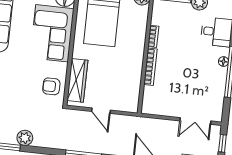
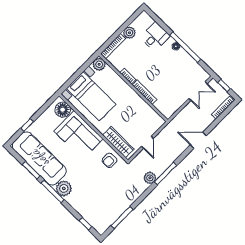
door: (101, 111) -> (147, 142), hinge flipped
plant: (25, 138) -> (150, 178), moved

